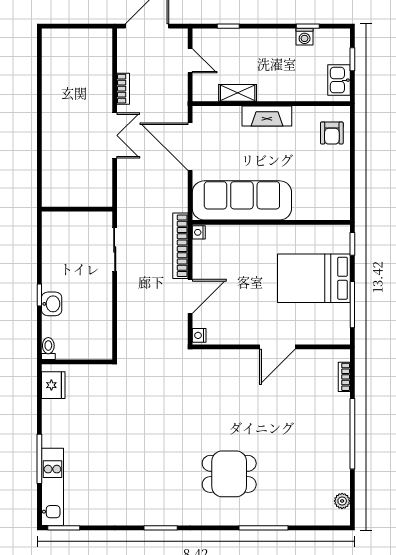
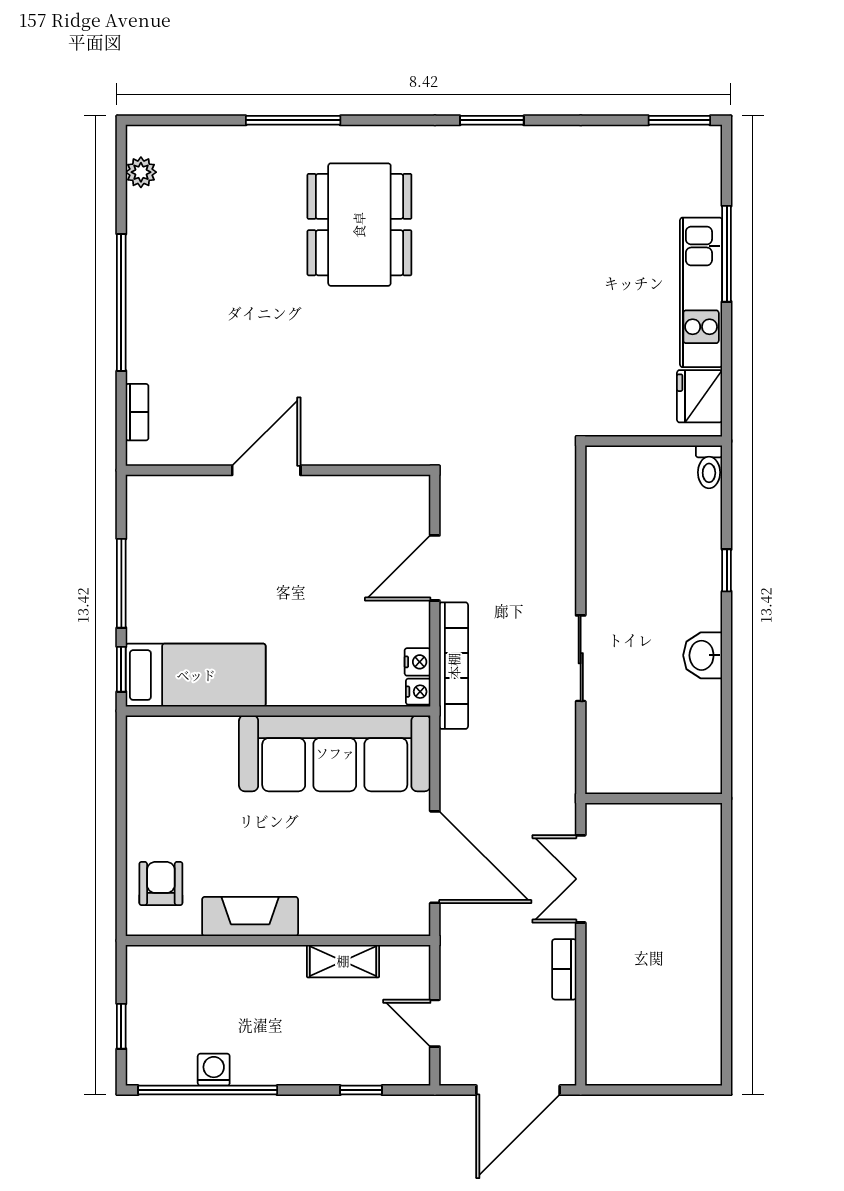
window: (308, 26) -> (208, 1090), width x3.17
kitchen sink: (339, 80) -> (147, 986), removed
fireplace: (267, 116) -> (250, 916), moved
wall: (77, 209) -> (654, 798), moved
bed: (314, 278) -> (196, 675), moved, width x0.67
washbasin: (52, 304) -> (703, 655), moved
window: (352, 305) -> (121, 583), moved
nightstand: (199, 335) -> (418, 662), moved
dining table: (229, 474) -> (359, 225), width x1.38
kitchen unit: (52, 487) -> (701, 292), moved

